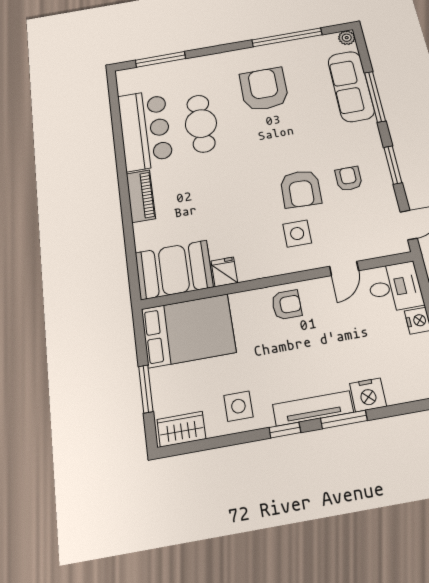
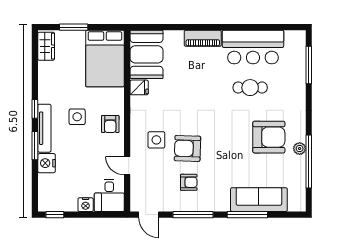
plant: (347, 38) -> (300, 149), moved
cafe table: (201, 123) -> (250, 88), width x0.73, depth x0.74
window: (393, 165) -> (193, 215), width x1.44
side table: (238, 406) -> (77, 117), moved

